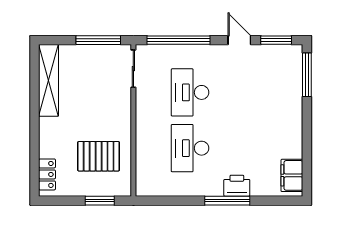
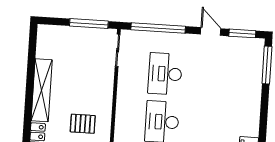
shelving: (49, 80) -> (42, 90), moved
pallet: (99, 156) -> (83, 124), width x0.67, depth x0.71

